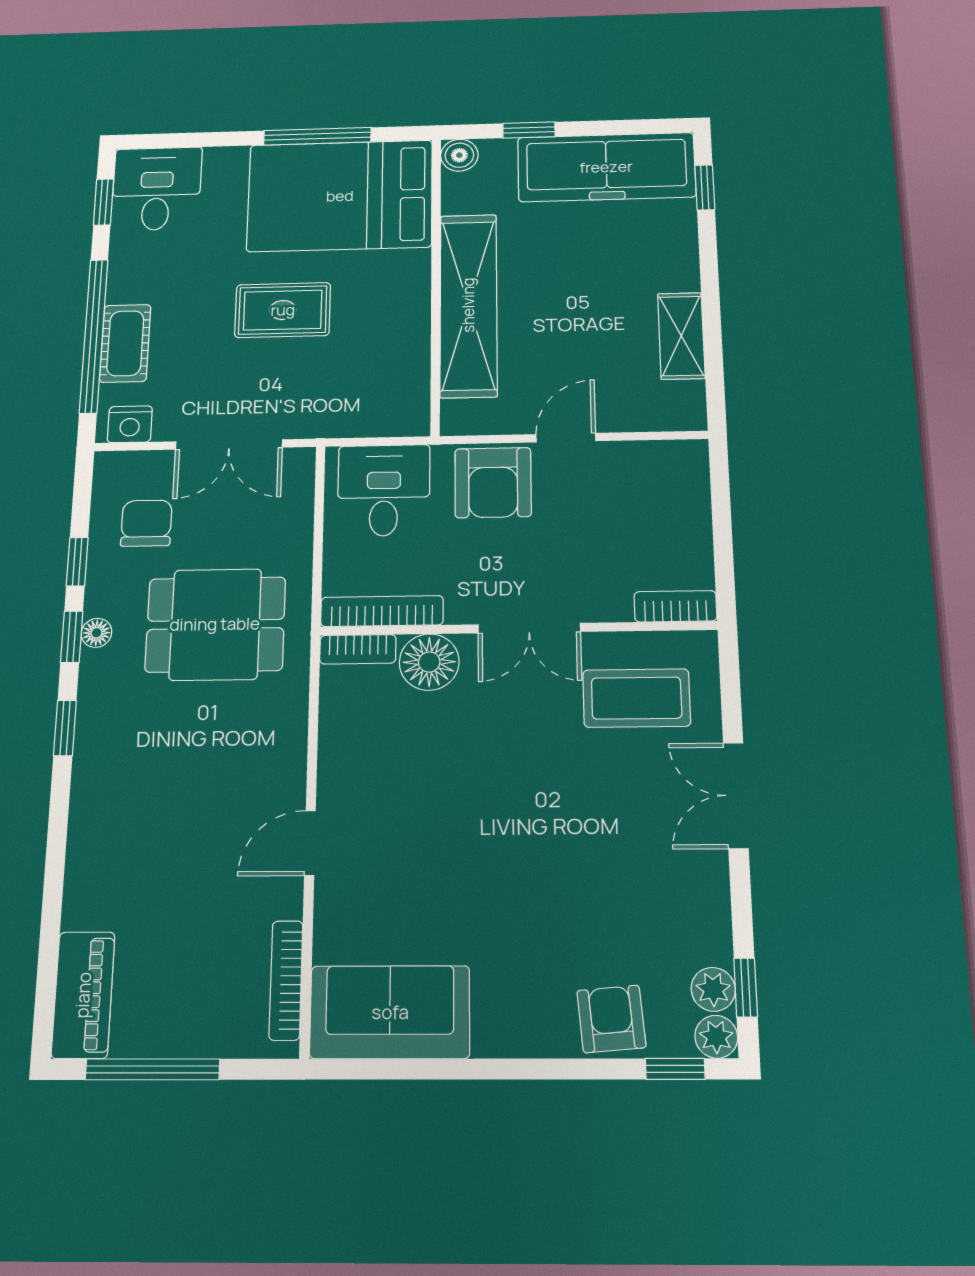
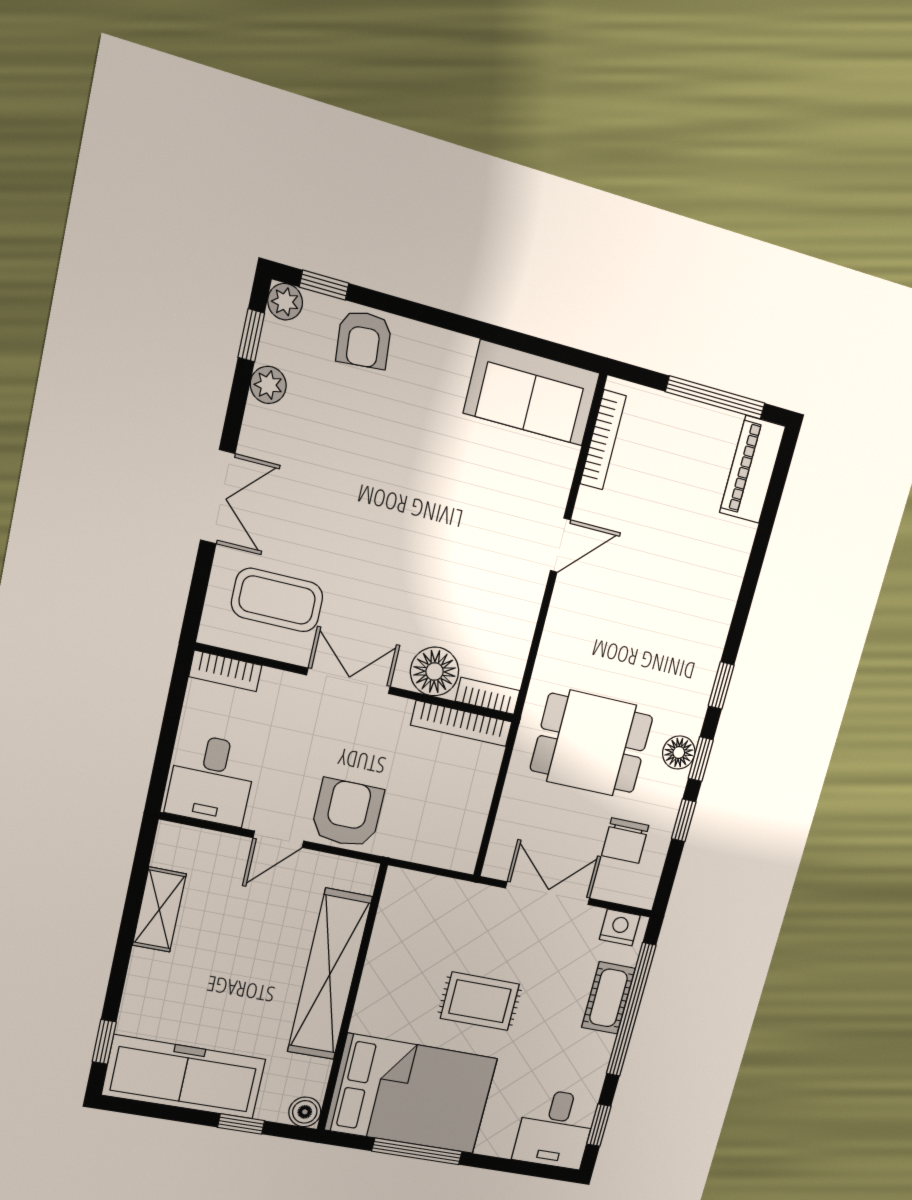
desk: (384, 490) -> (211, 780), moved
floor lamp: (96, 633) -> (679, 753), width x1.37, depth x1.37
plant: (713, 989) -> (268, 385), moved

